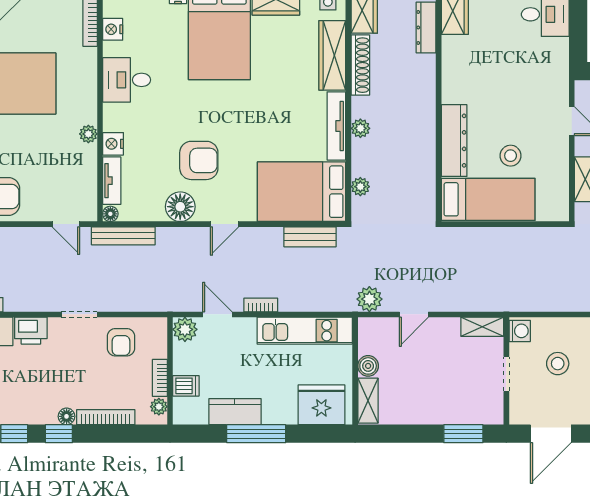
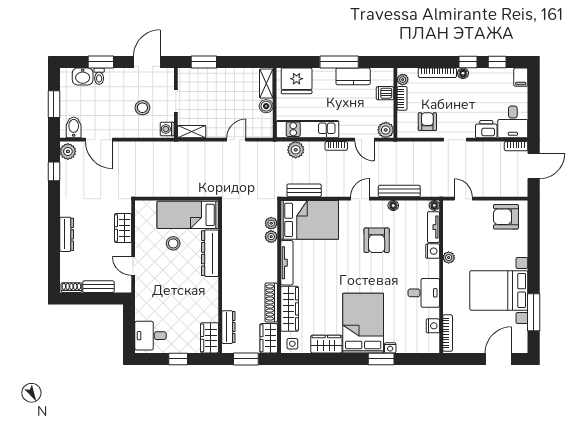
plant: (360, 128) -> (271, 237), moved
armchair: (199, 160) -> (377, 240), turned -90
floor lamp: (180, 207) -> (393, 206), width x0.53, depth x0.53
bench: (123, 236) -> (399, 191), moved
plant: (369, 299) -> (296, 150), moved

